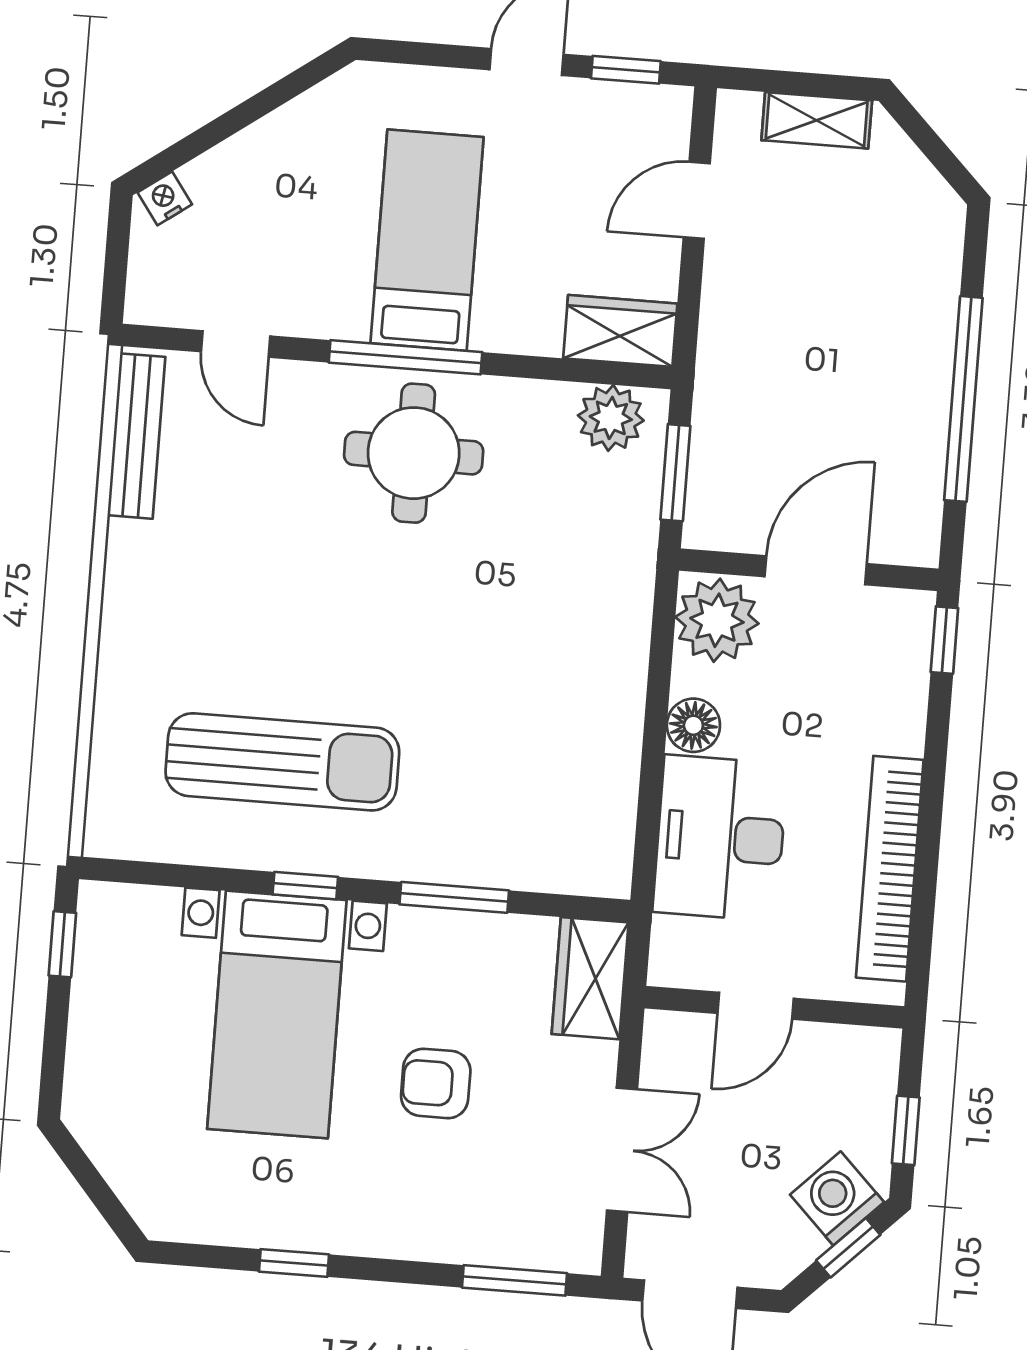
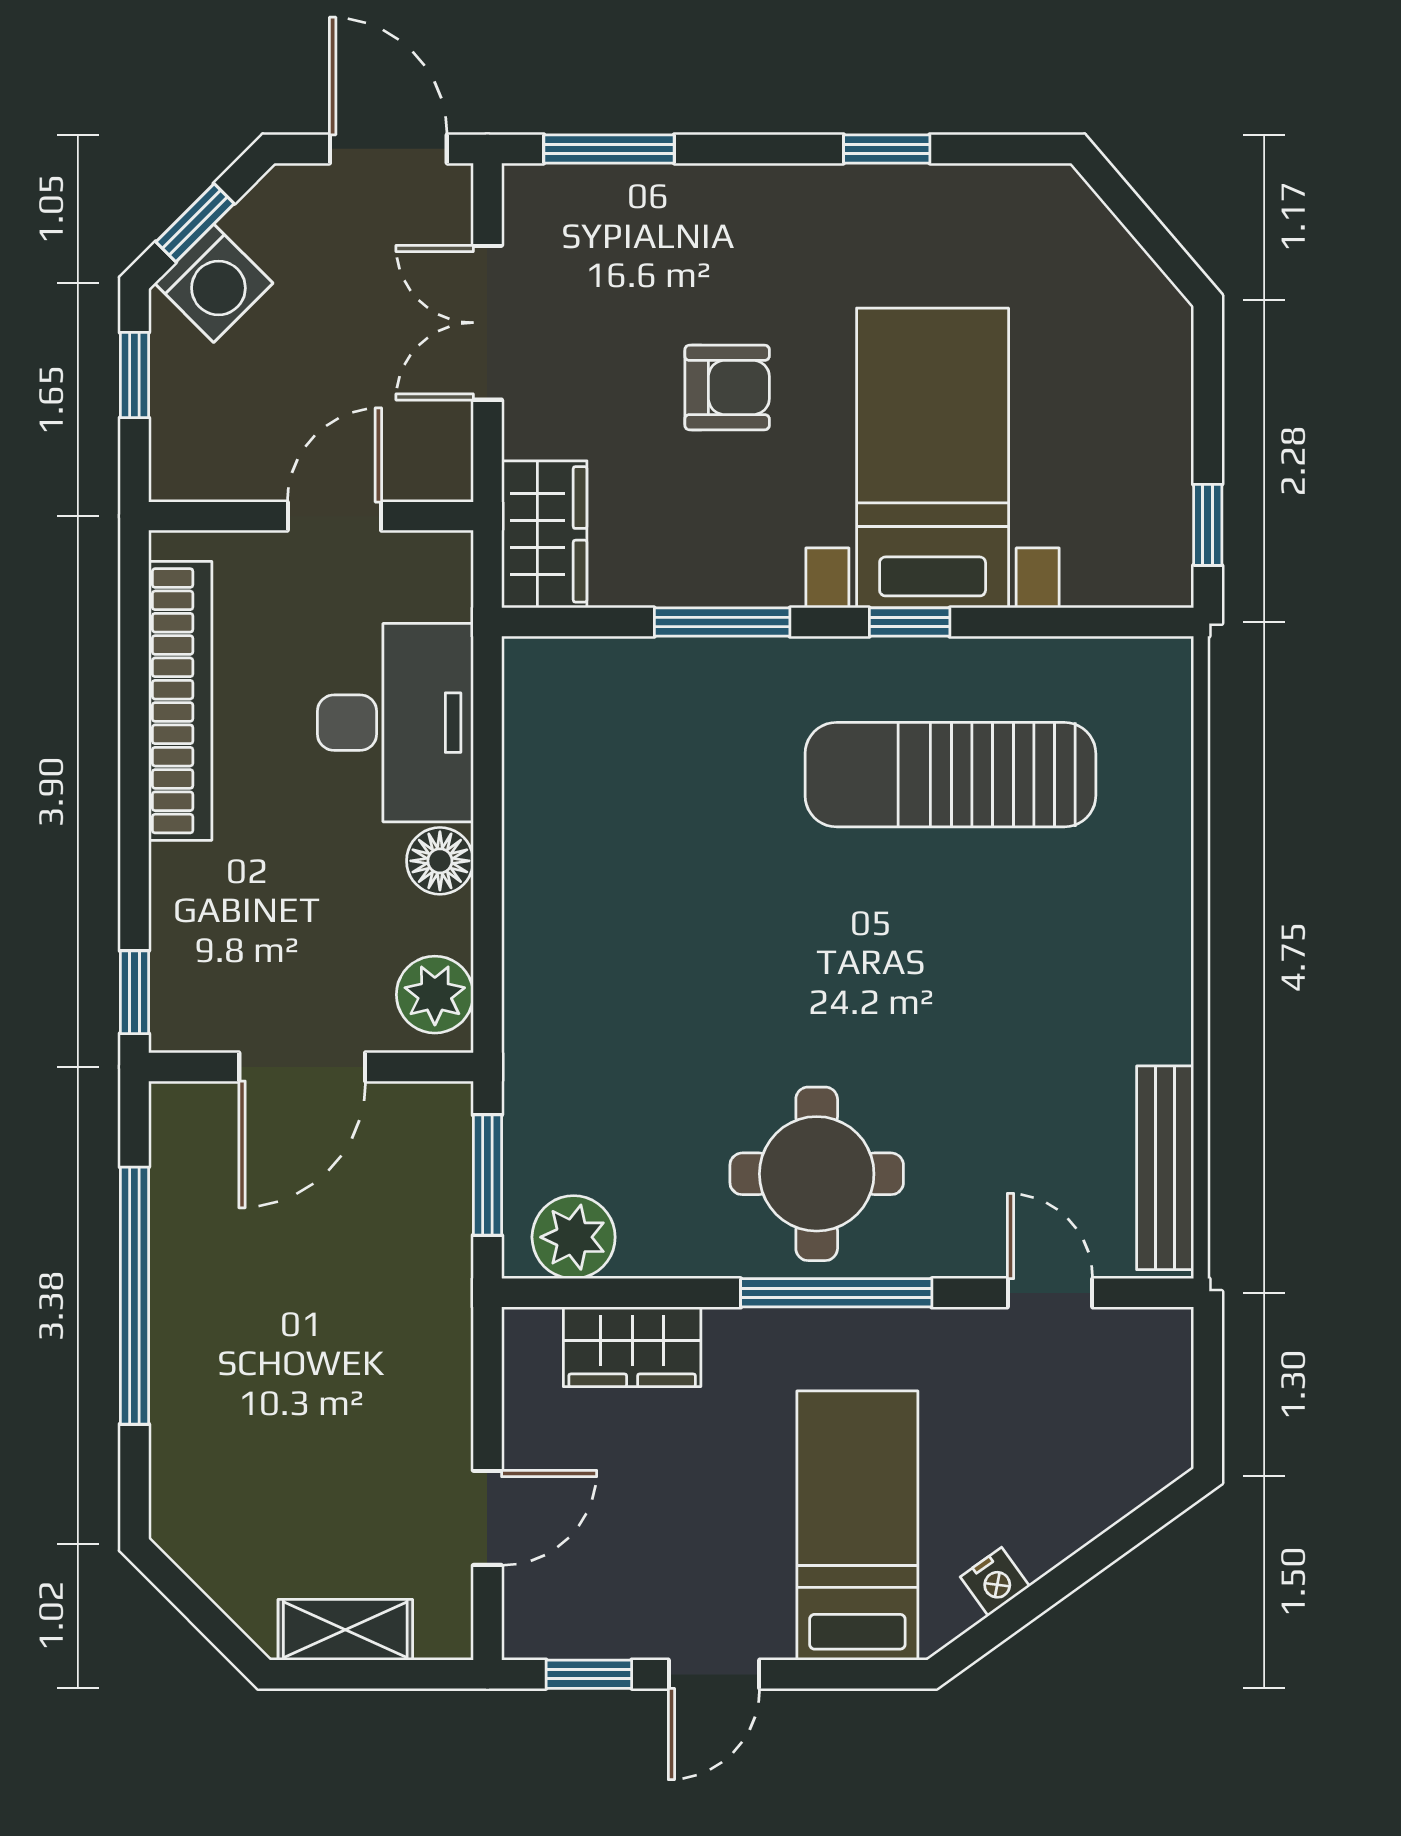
nightstand: (165, 198) -> (995, 1582), moved
bed: (427, 240) -> (857, 1525), moved, turned 180
wardrobe: (620, 331) -> (632, 1347), moved
plant: (717, 620) -> (435, 995), width x0.73, depth x0.73

